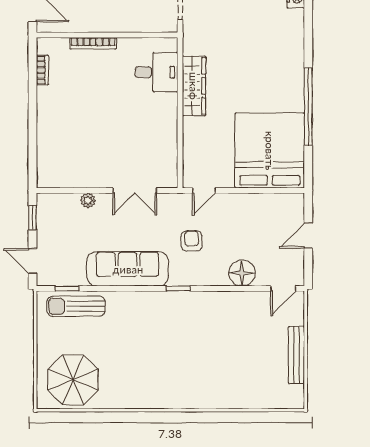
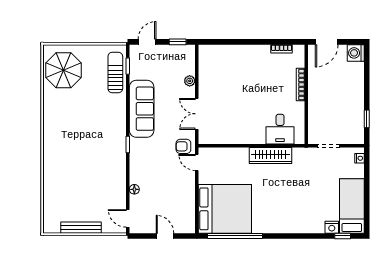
window: (308, 107) -> (235, 236), moved
armchair: (192, 241) -> (183, 146), moved, turned 180
floor lamp: (242, 273) -> (134, 189), width x0.53, depth x0.53

